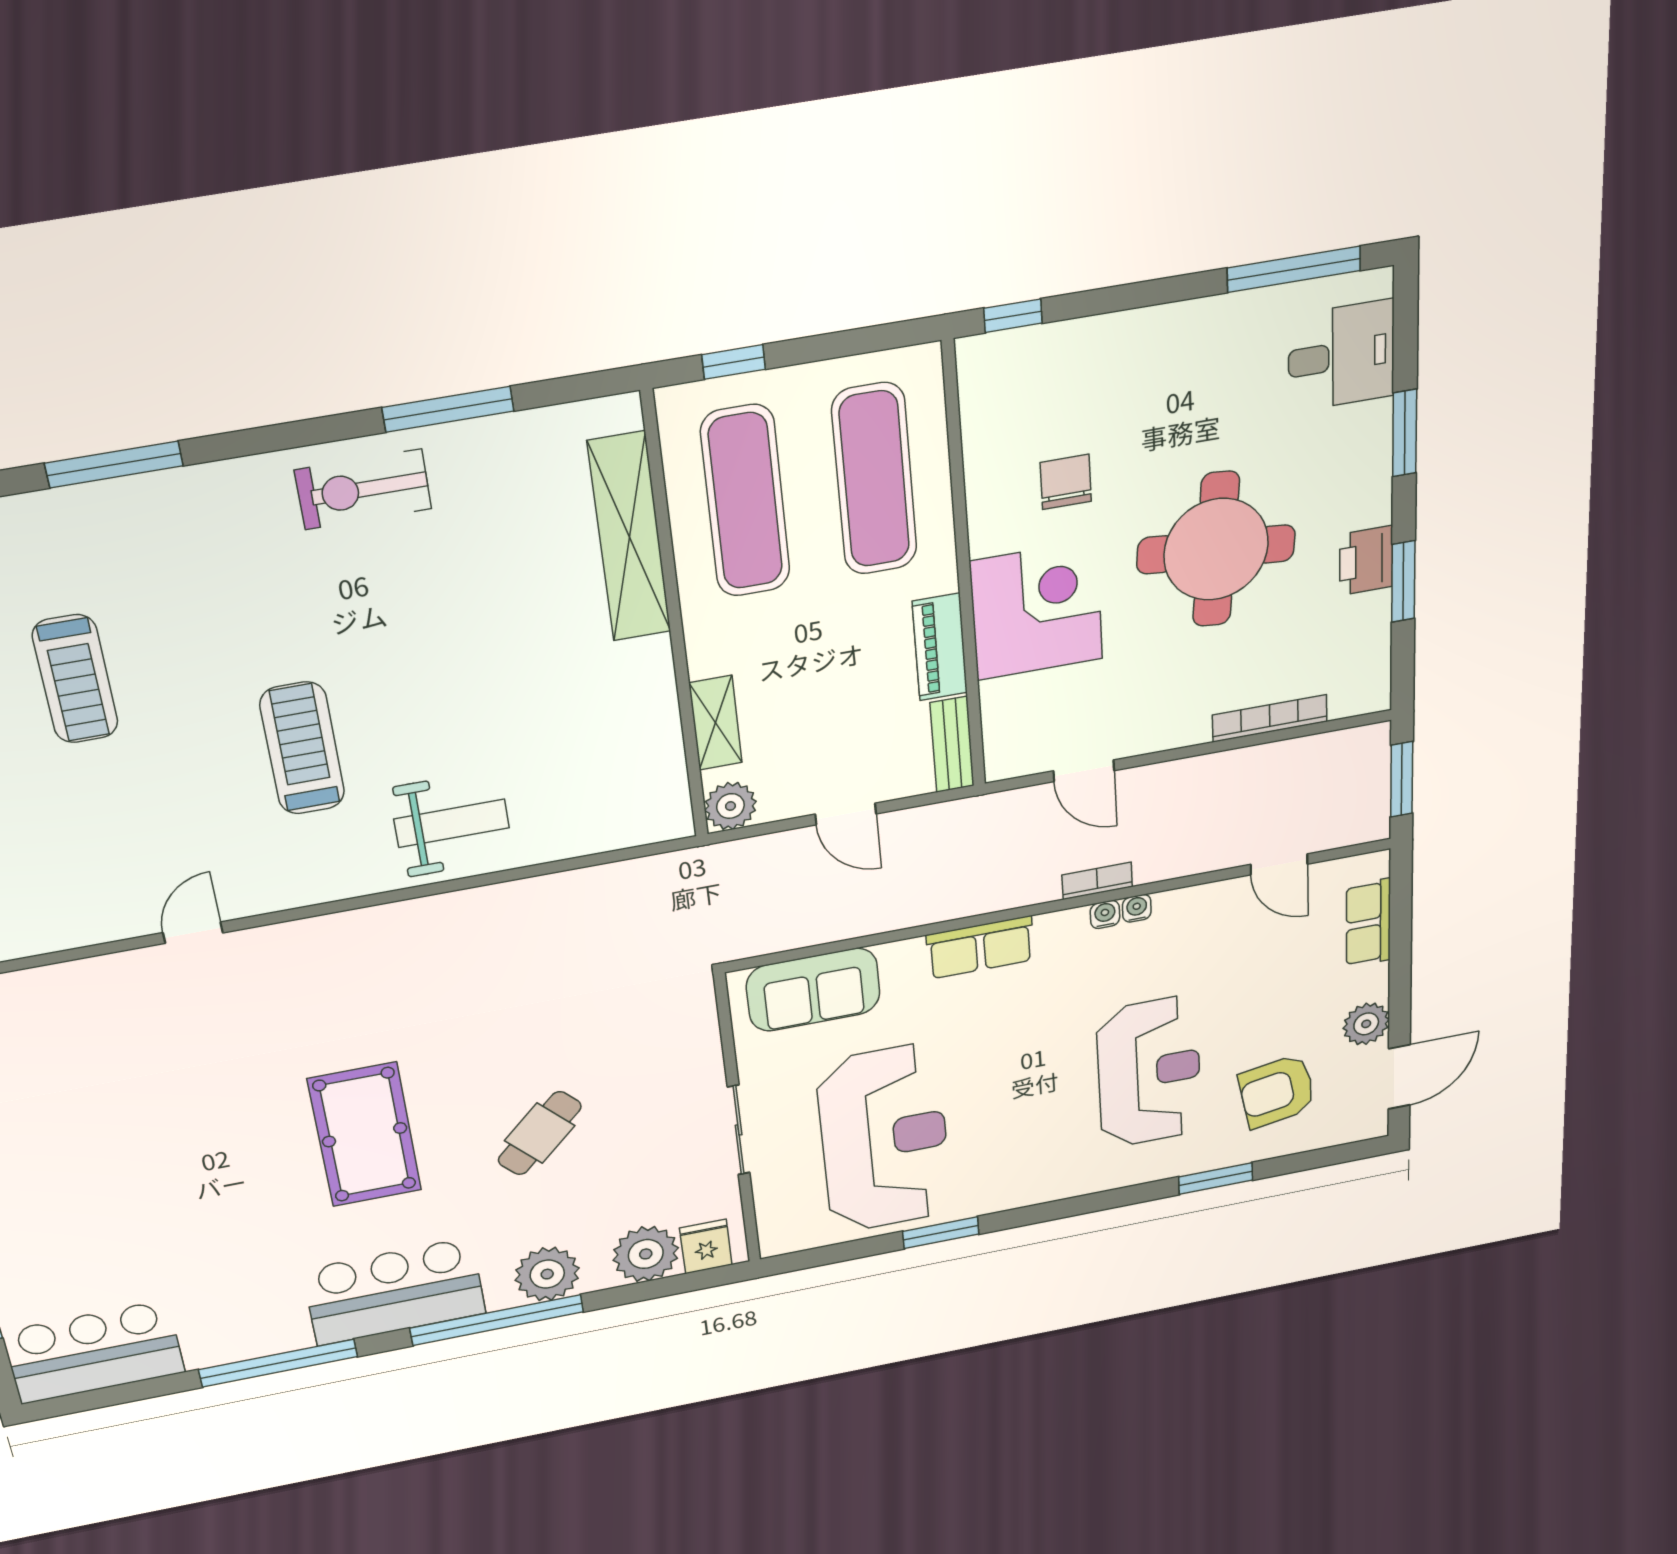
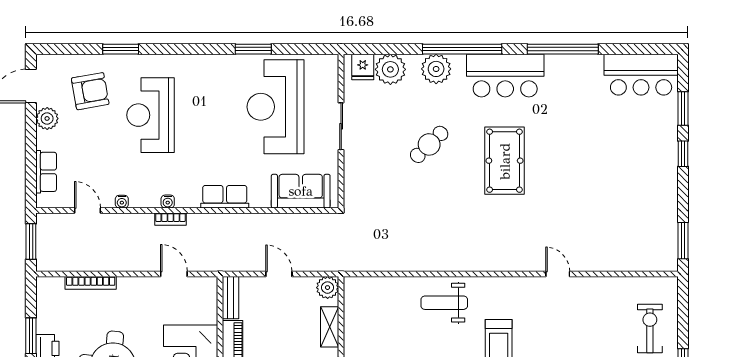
water cooler: (1137, 908) -> (122, 202), moved
door: (193, 933) -> (558, 274), swing flipped

